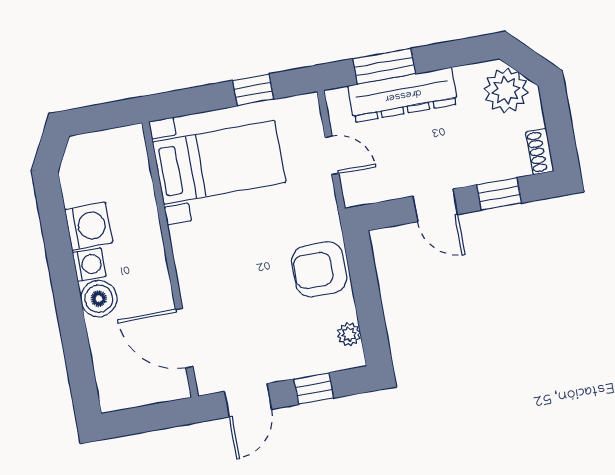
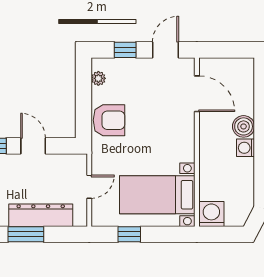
window: (384, 66) -> (26, 234), moved
door: (332, 155) -> (89, 187), swing flipped
washing machine: (88, 226) -> (211, 214), moved, turned 90

